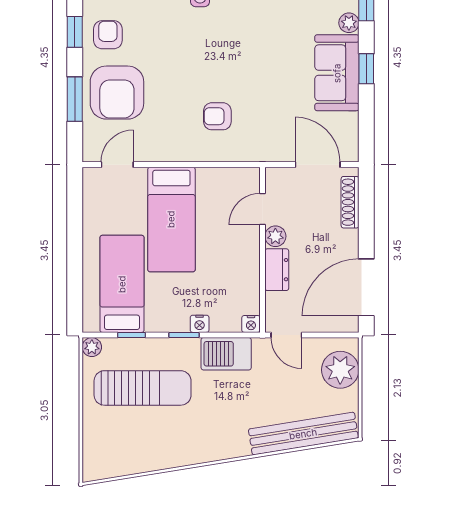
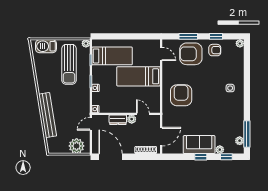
armchair: (217, 116) -> (181, 95), width x1.88, depth x1.88
barbecue: (226, 354) -> (46, 46), moved, turned -90
bench: (303, 434) -> (48, 115), moved

